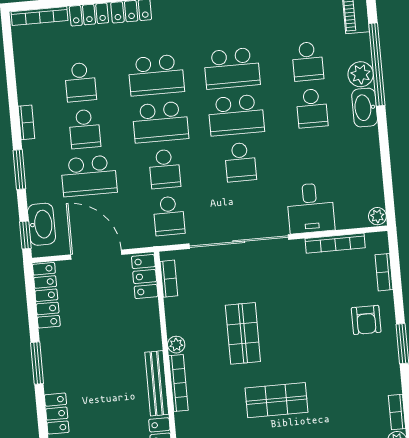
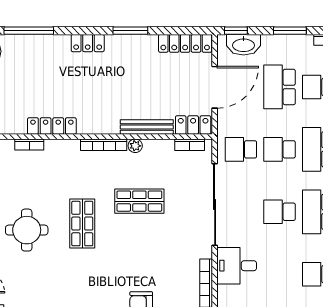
bench: (157, 383) -> (147, 127), moved

